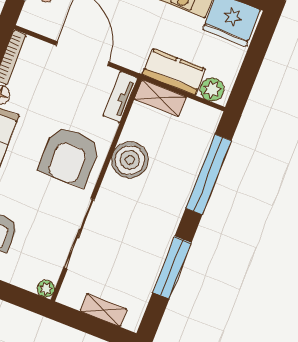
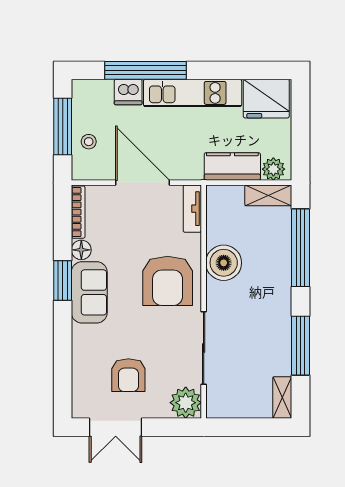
shelving: (160, 98) -> (268, 195), moved
plant: (46, 289) -> (186, 403), width x1.88, depth x1.88
shelving: (104, 310) -> (282, 398), moved, turned 90

